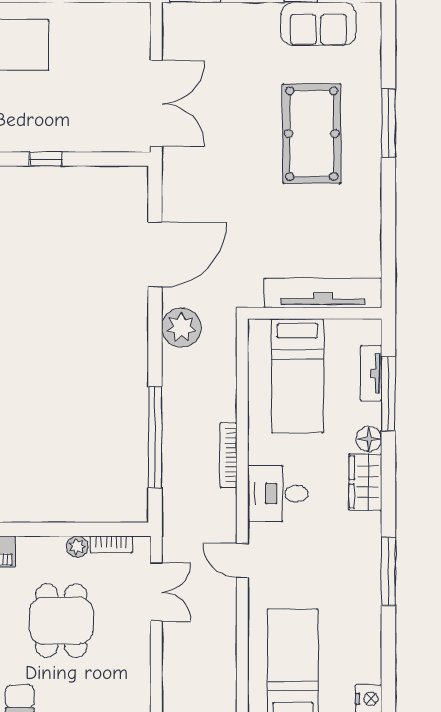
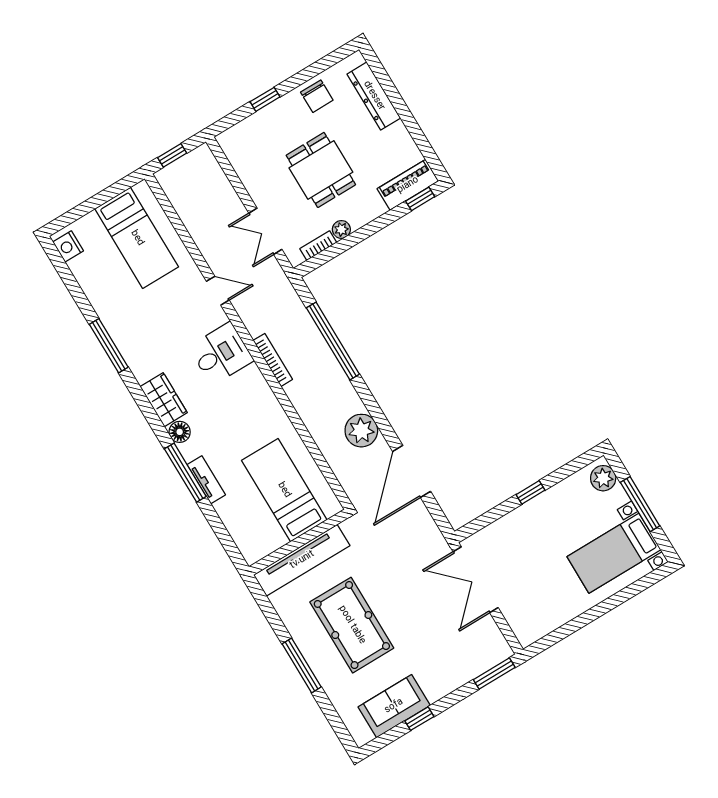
tv unit: (323, 293) -> (302, 560), moved
wall: (315, 313) -> (299, 542), moved
bed: (297, 376) -> (284, 490), moved

